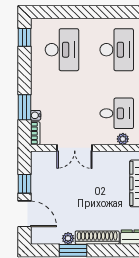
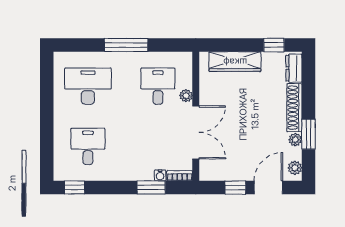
desk: (62, 50) -> (88, 146), width x0.73
plant: (123, 139) -> (186, 96), moved
double door: (75, 148) -> (196, 132), width x1.37
plant: (42, 238) -> (295, 168), added

